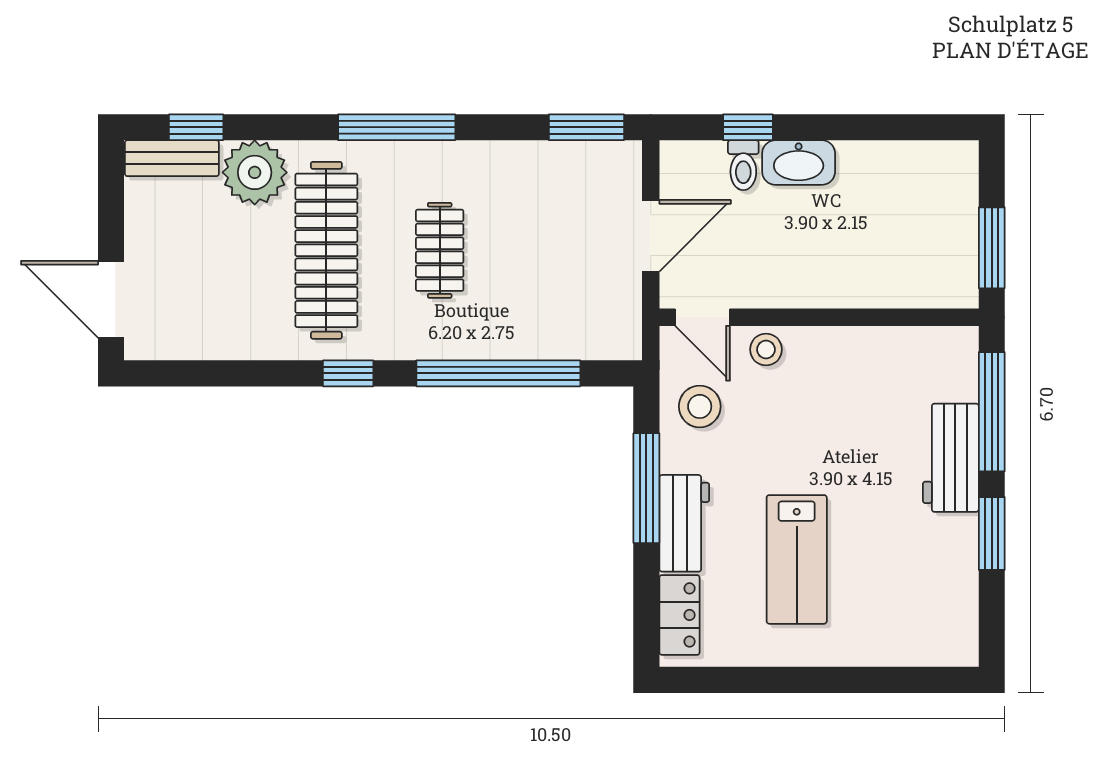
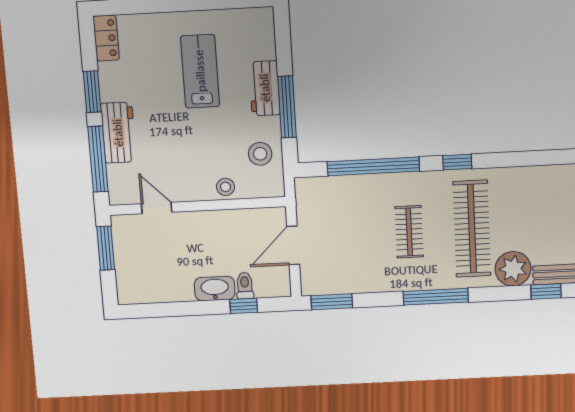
door: (702, 317) -> (157, 208), moved
locker: (679, 615) -> (106, 38), moved, turned 180

